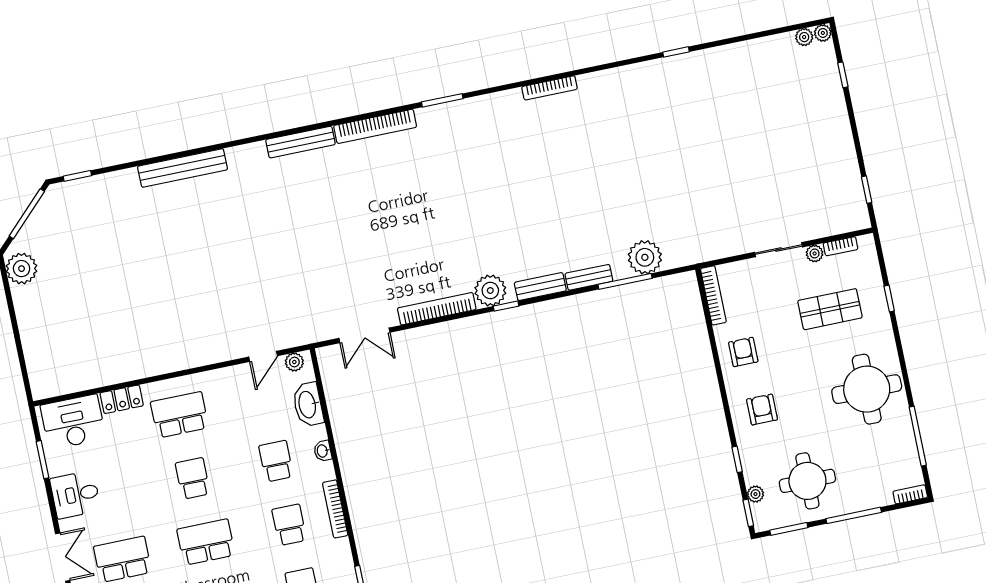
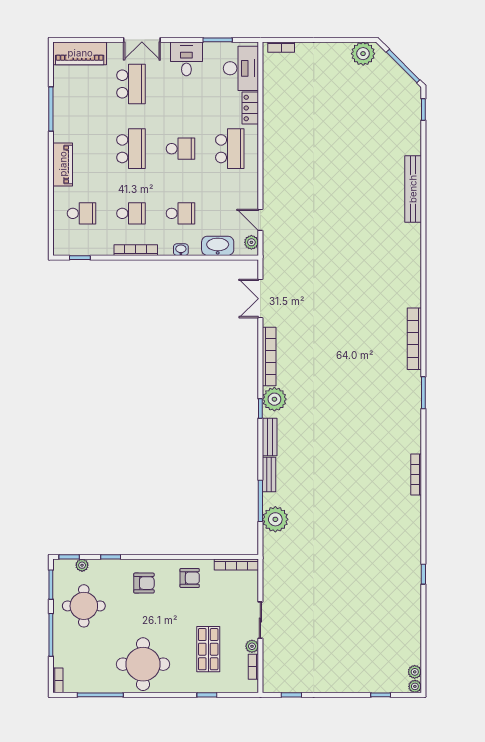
bench: (300, 142) -> (414, 281), removed
bookcase: (35, 376) -> (281, 47), added

